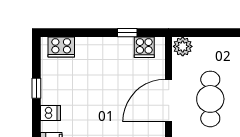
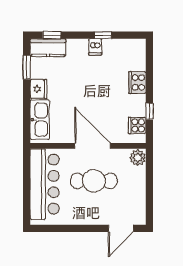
cooker: (61, 47) -> (137, 82), moved
dishwasher: (50, 113) -> (95, 47), moved

